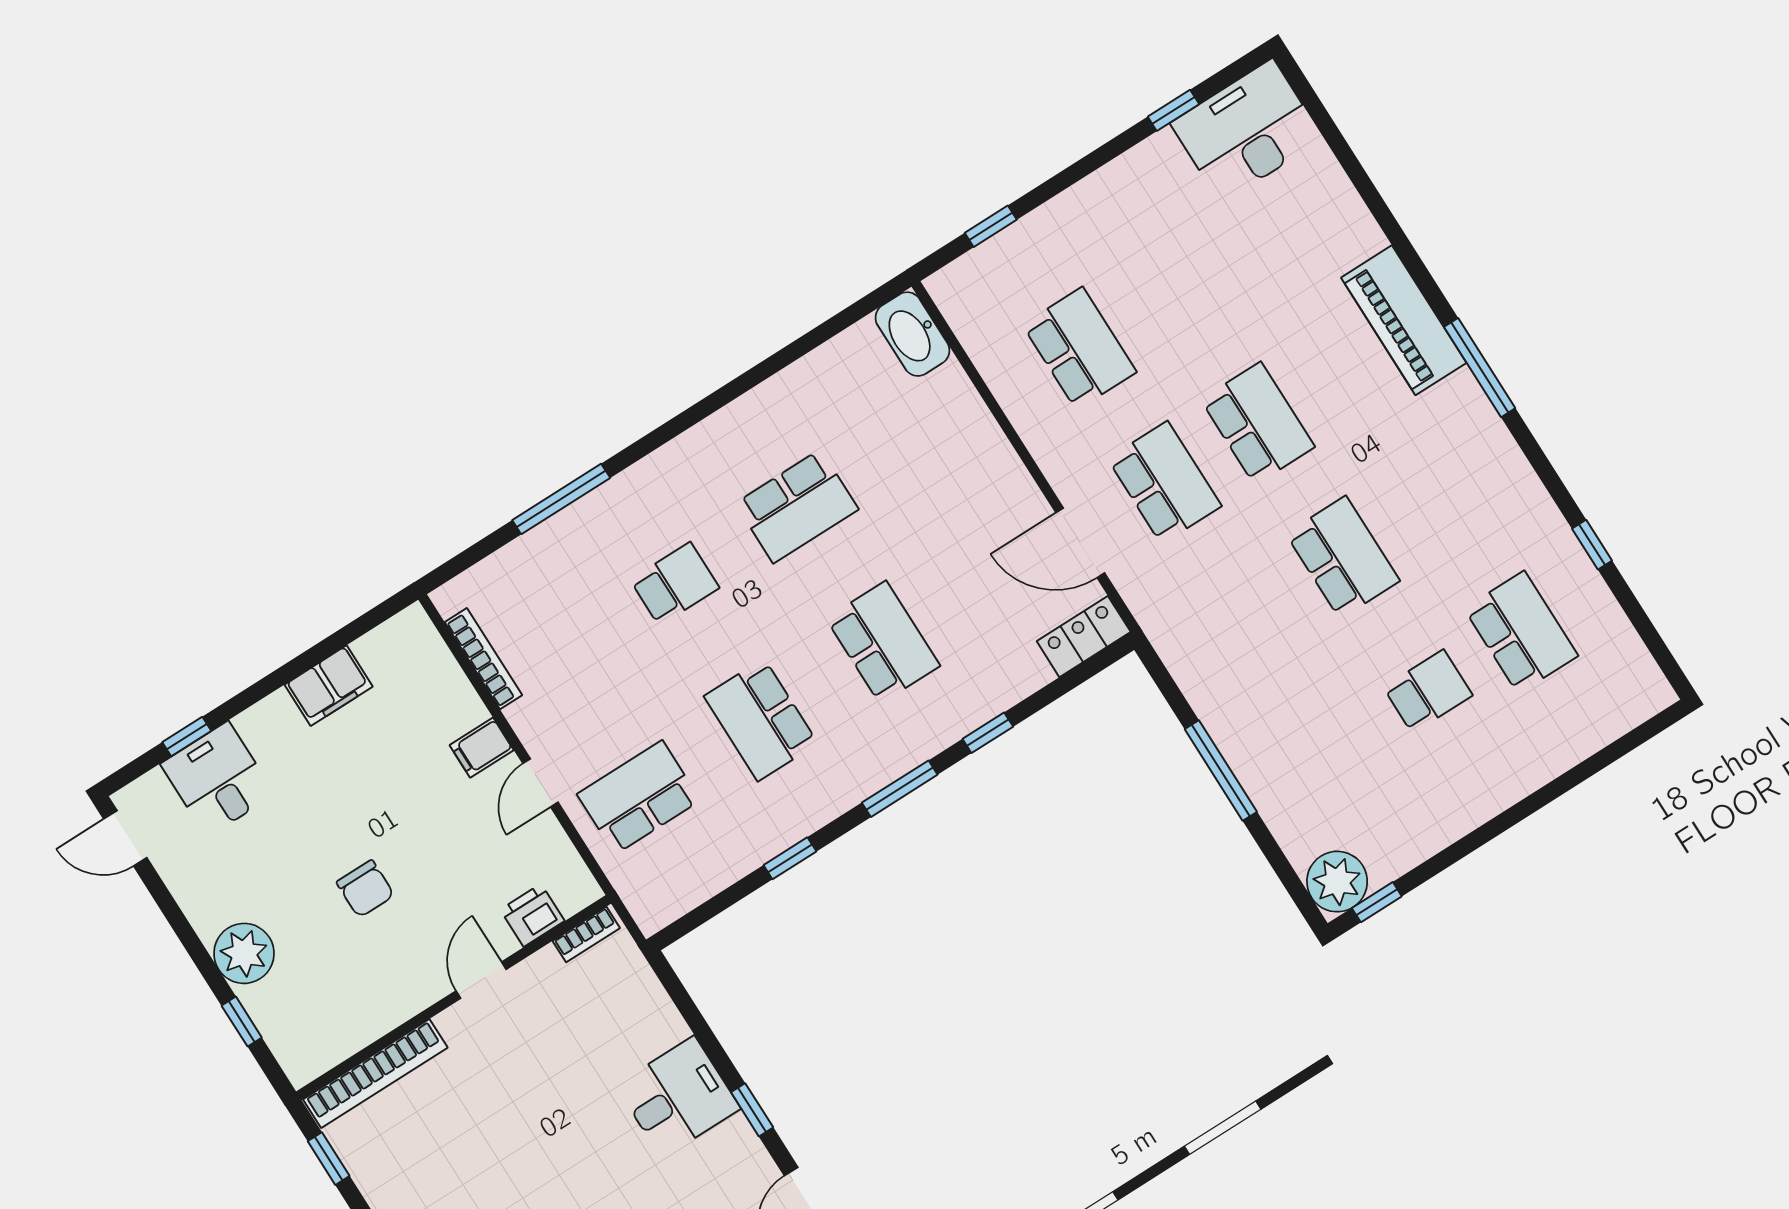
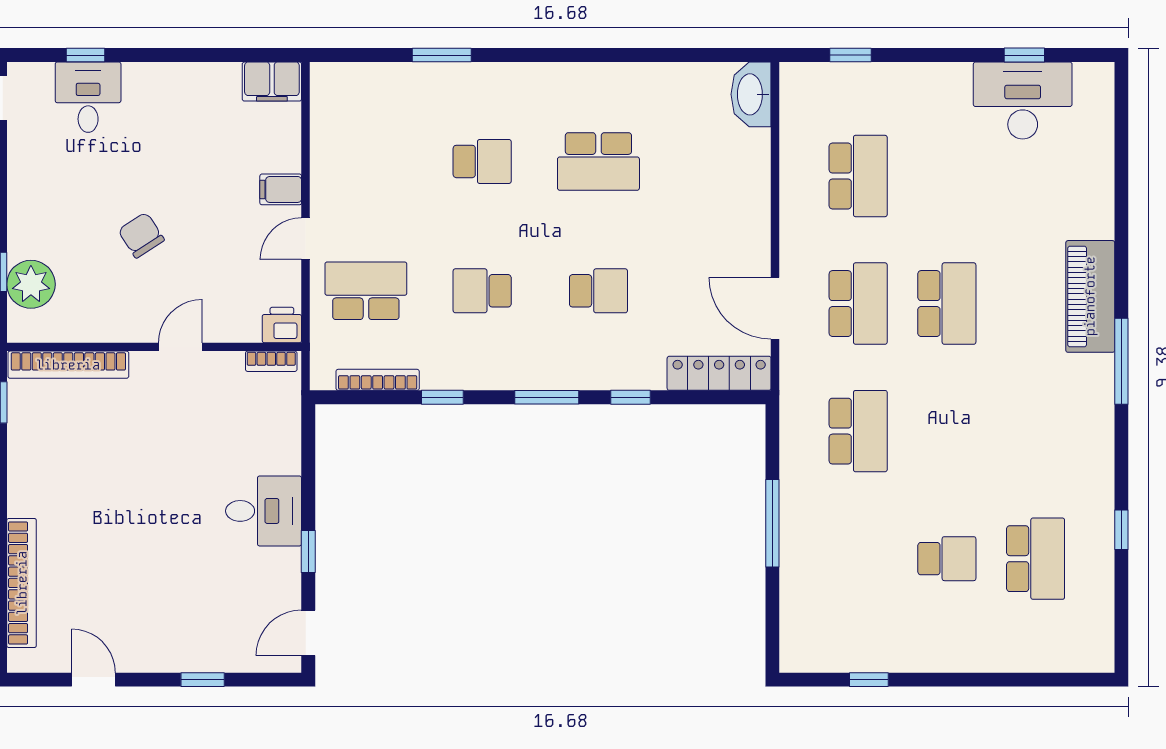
desk: (1247, 131) -> (1023, 100), moved
window: (561, 499) -> (442, 55), width x0.69
school desk: (1343, 557) -> (858, 431), moved
locker: (1084, 637) -> (719, 373), width x1.53
school desk: (883, 642) -> (598, 291), width x0.54
bookcase: (483, 659) -> (378, 380), moved, turned -90
filing cabinet: (329, 686) -> (272, 82), moved
school desk: (761, 720) -> (482, 291), width x0.54
plant: (1337, 882) -> (803, 649), removed
chair: (365, 889) -> (141, 235), turned 147
window: (1377, 902) -> (869, 680), moved
printer: (532, 915) -> (282, 325), moved
plant: (244, 953) -> (31, 284), moved

